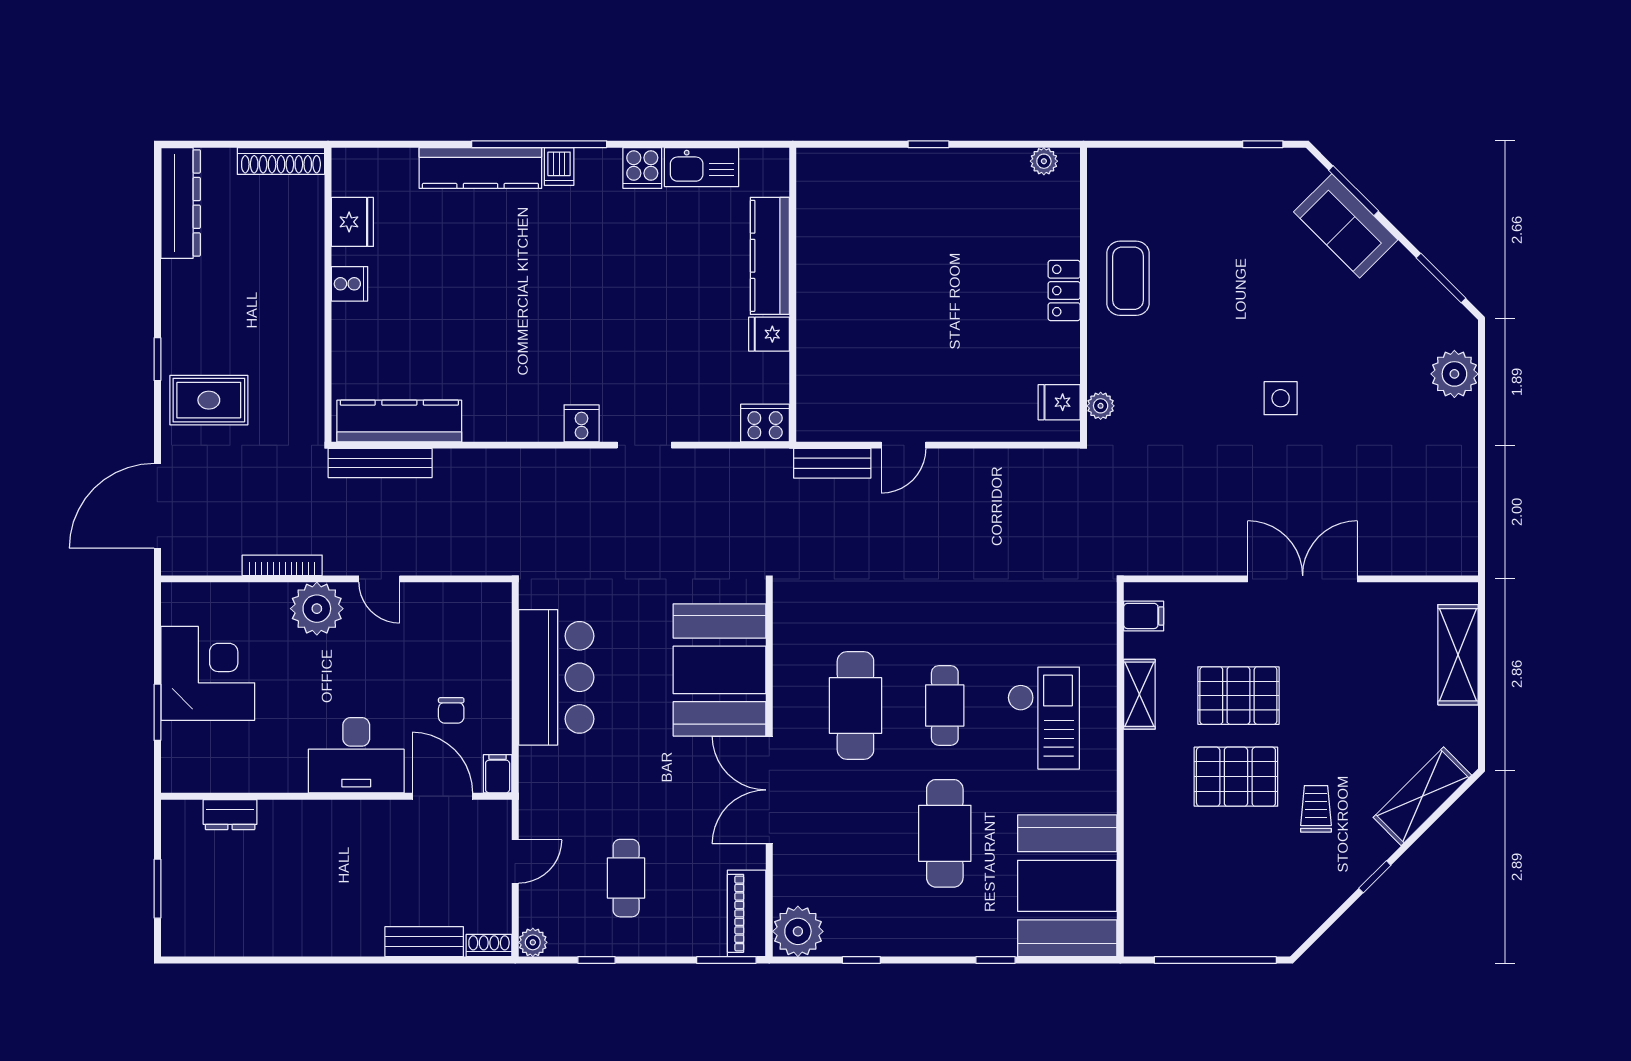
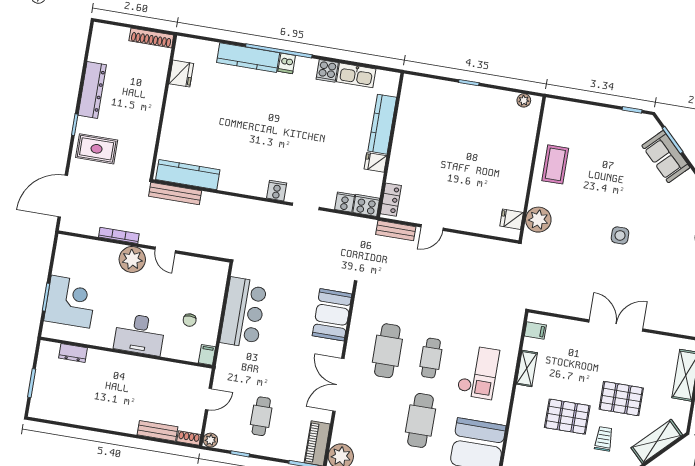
dresser: (181, 203) -> (92, 90), moved
cooker: (349, 284) -> (345, 202), moved, turned -90
locker: (1064, 291) -> (391, 200), moved, turned 180
plant: (1101, 406) -> (538, 220), width x1.88, depth x1.88
booth: (720, 670) -> (332, 315), width x0.73, depth x0.70
corner desk: (208, 673) -> (70, 302), moved
pallet: (1238, 696) -> (621, 399), moved
door: (442, 796) -> (178, 361), removed

